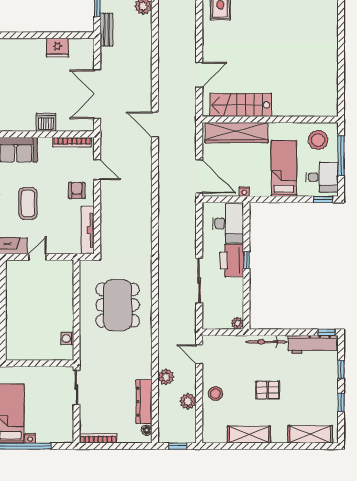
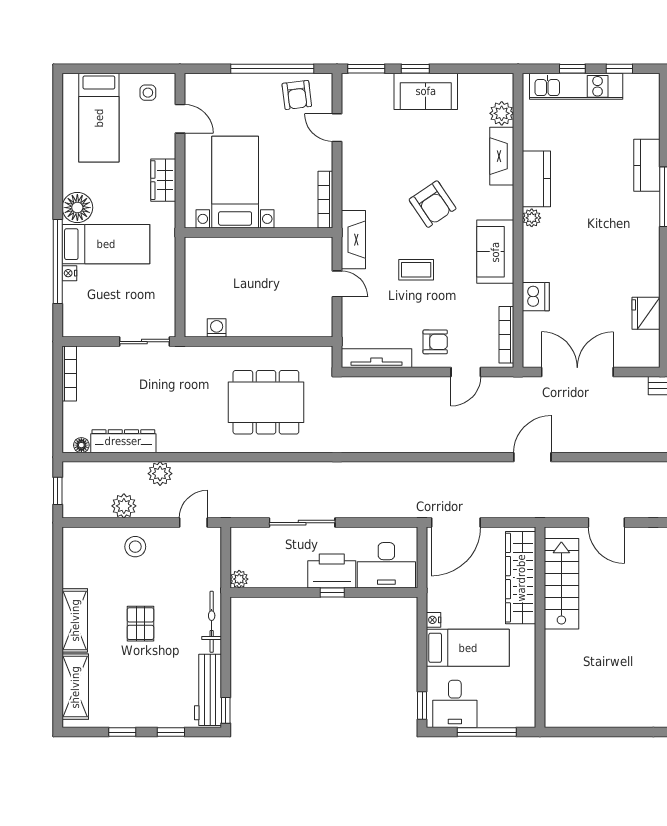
stool: (318, 140) -> (510, 698), removed
nightstand: (244, 192) -> (434, 620), moved
coffee table: (28, 203) -> (416, 270), width x0.73, depth x0.77
shelving: (249, 435) -> (75, 620), moved

